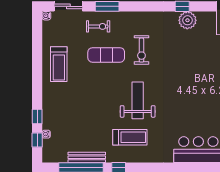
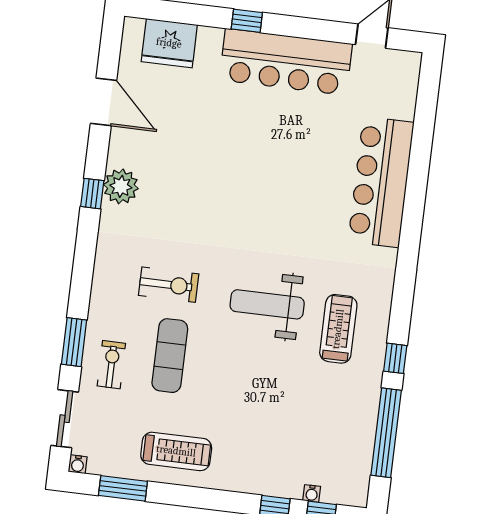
window: (37, 40) -> (123, 488), added
bench: (87, 157) -> (367, 419), removed

